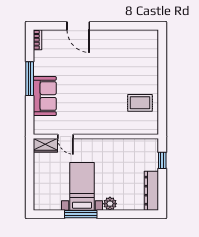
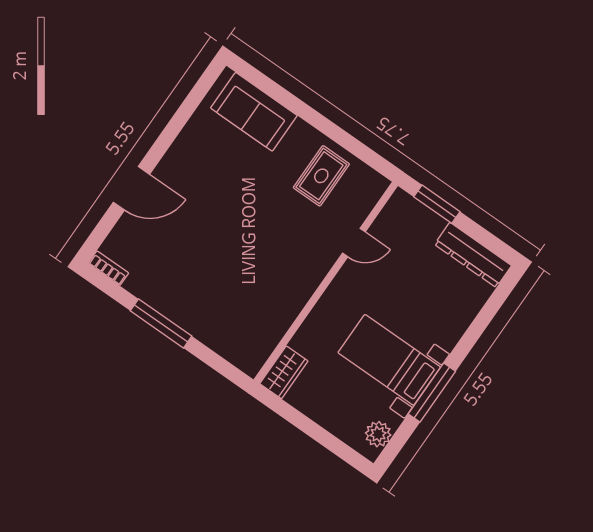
sofa: (45, 96) -> (254, 112), moved, turned 180
door: (66, 136) -> (354, 243), moved
window: (162, 160) -> (437, 204), width x1.50
plant: (110, 204) -> (378, 434), moved

